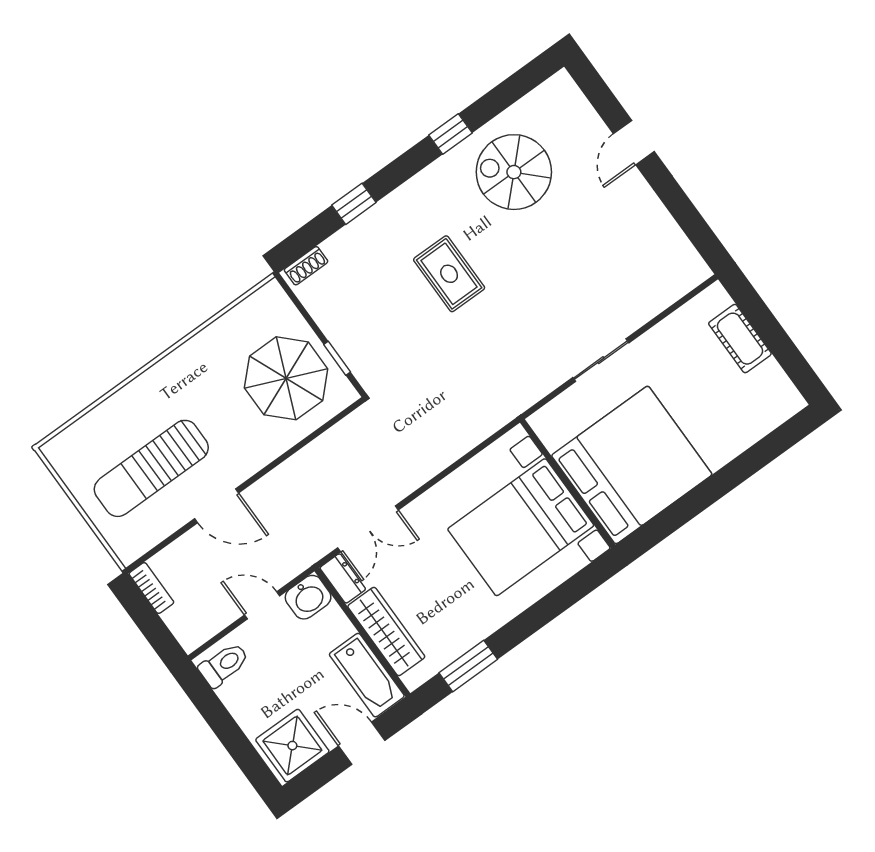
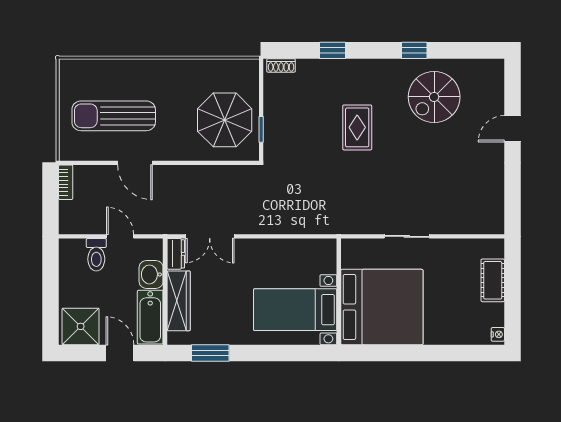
spiral stairs: (514, 172) -> (434, 97), turned -90
nightstand: (792, 398) -> (498, 334), added
bed with nightstands: (521, 527) -> (295, 310), width x0.73
washbasin: (308, 597) -> (151, 274), moved, turned 90
toilet: (224, 665) -> (96, 255), moved, turned 90

